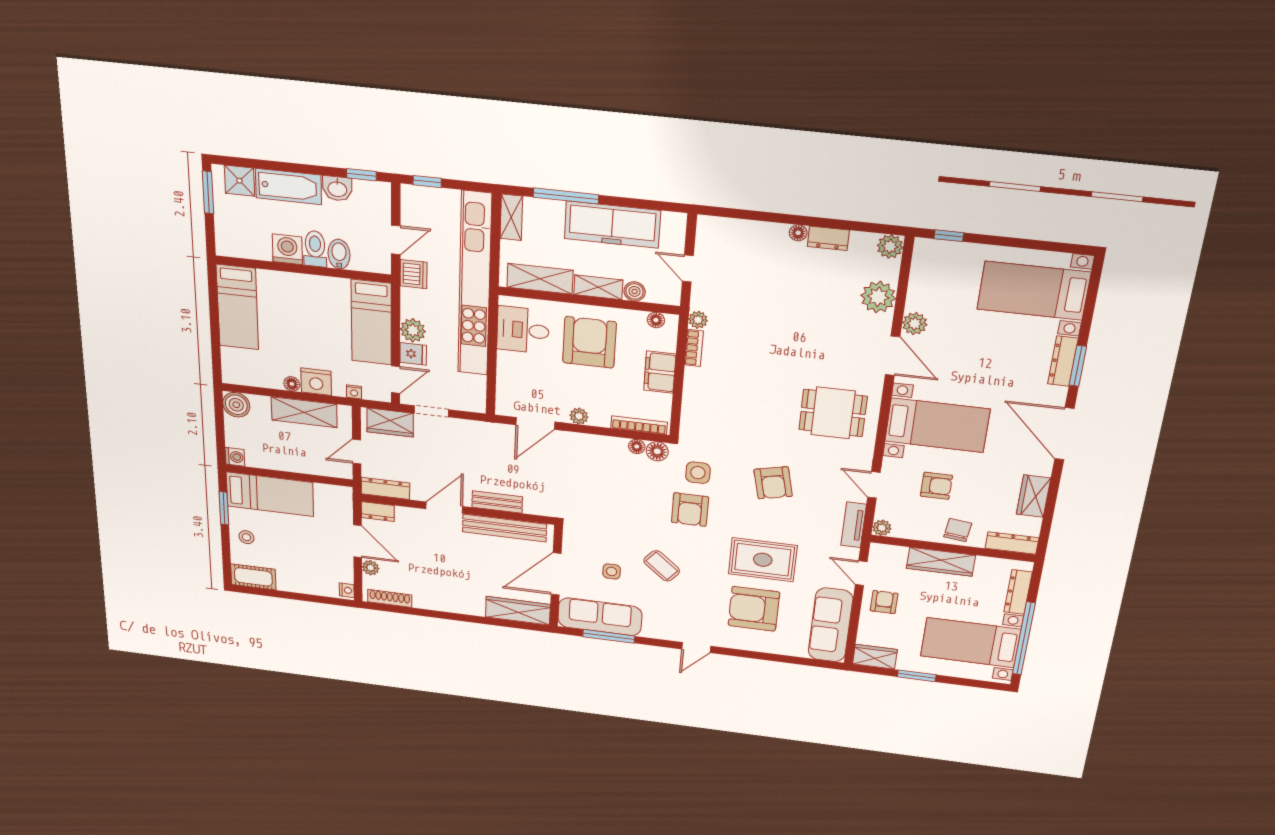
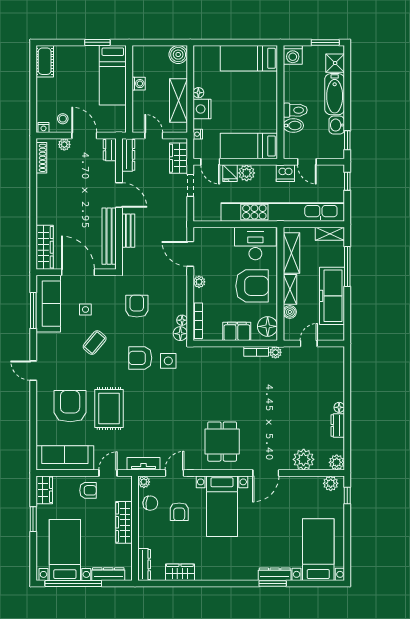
washing machine: (287, 249) -> (293, 55), moved, turned 90
floor lamp: (656, 320) -> (268, 326), width x1.89, depth x1.89
plant: (915, 324) -> (331, 483), moved
desk: (523, 330) -> (255, 244), width x1.37
door: (1064, 434) -> (226, 583), removed
washing machine: (235, 457) -> (139, 84), moved, turned -90
armchair: (773, 483) -> (137, 306), moved, turned 103
chair: (958, 530) -> (150, 503), moved
stool: (247, 537) -> (63, 119), moved
door: (358, 541) -> (84, 136), swing flipped

